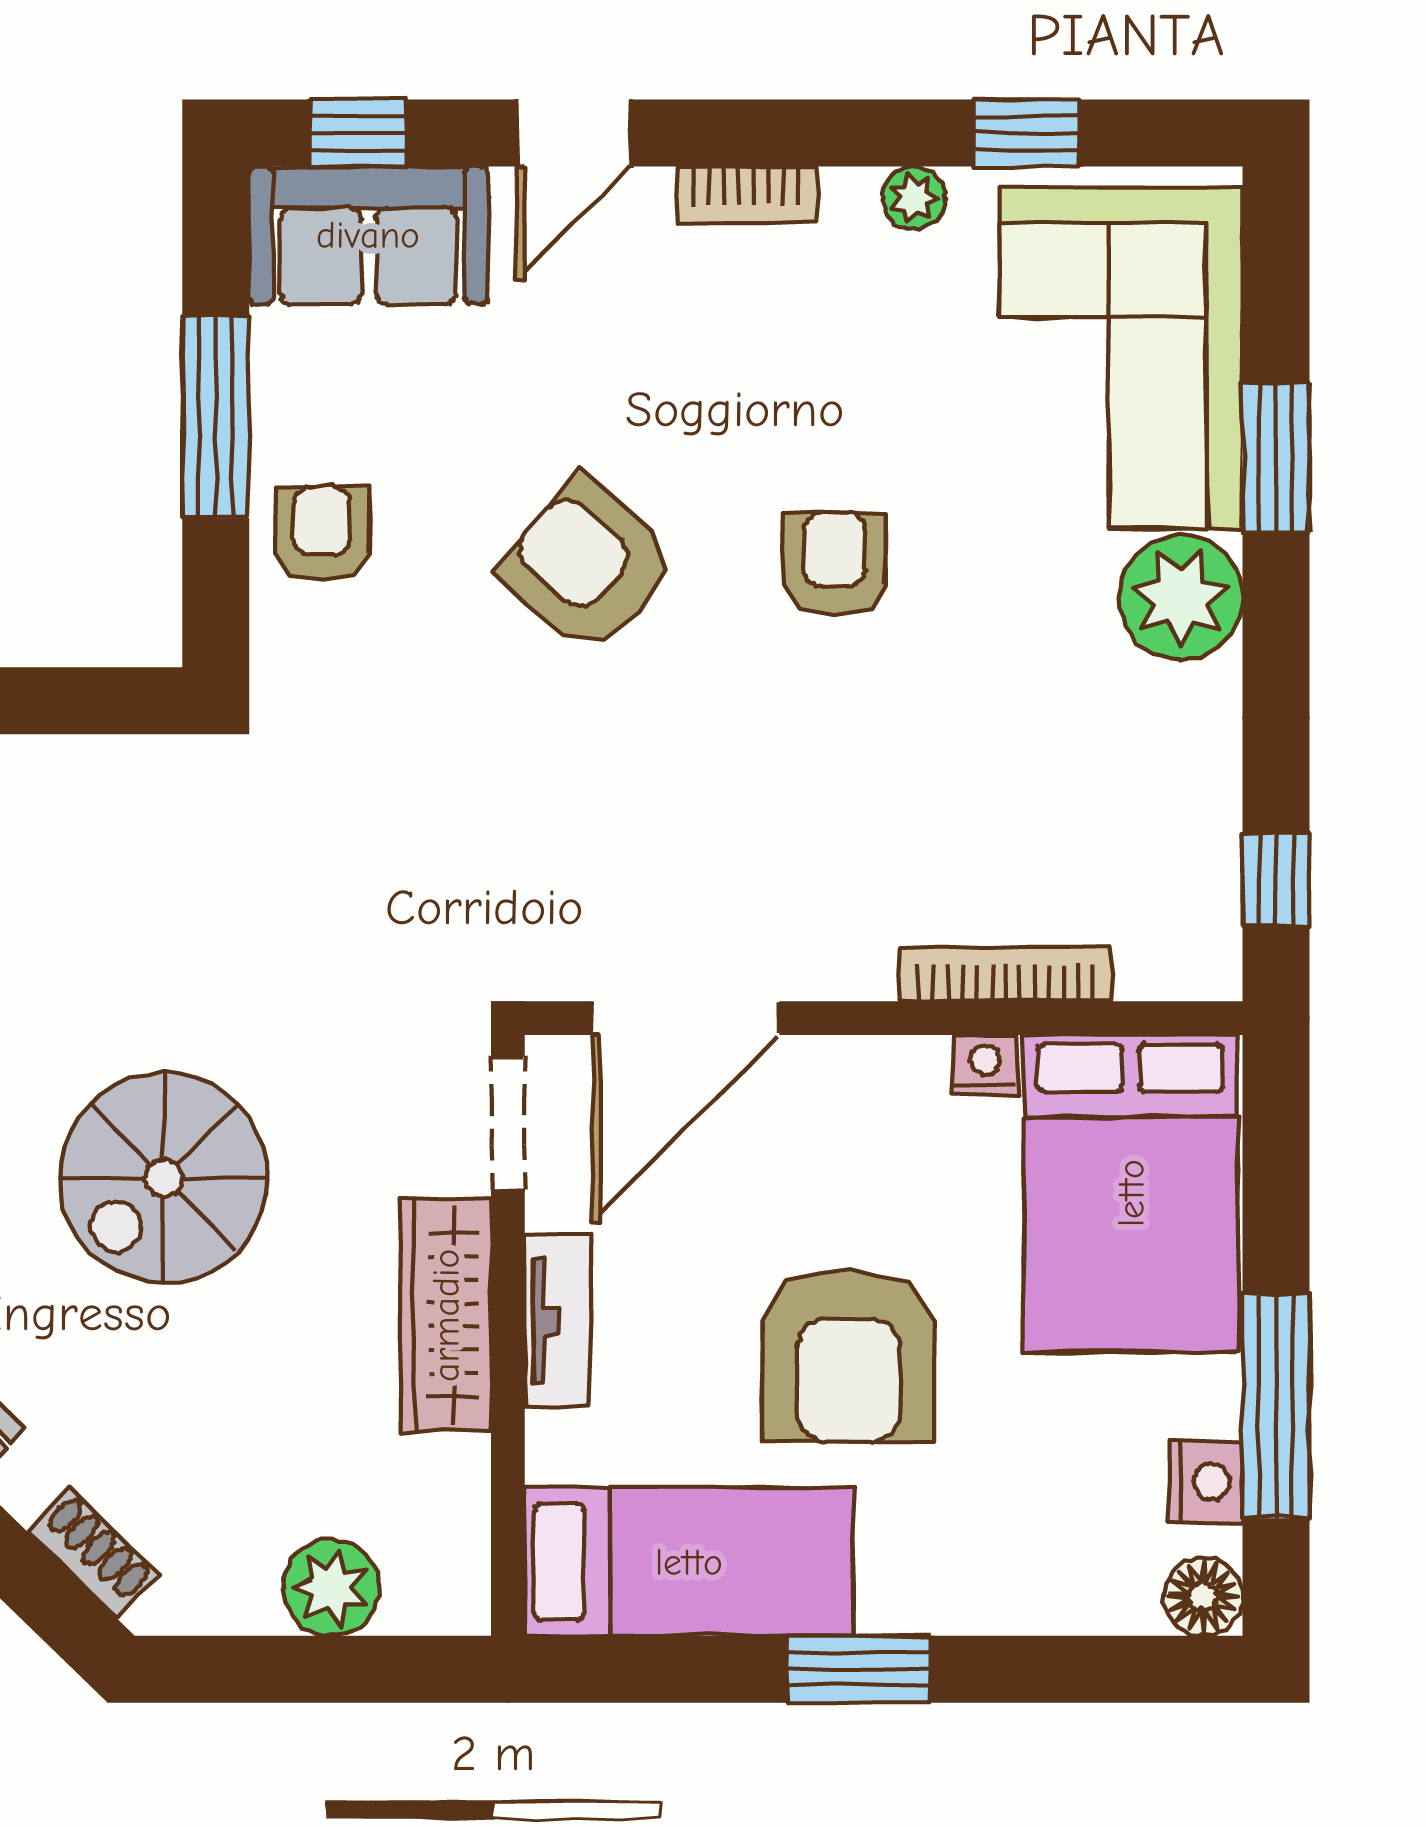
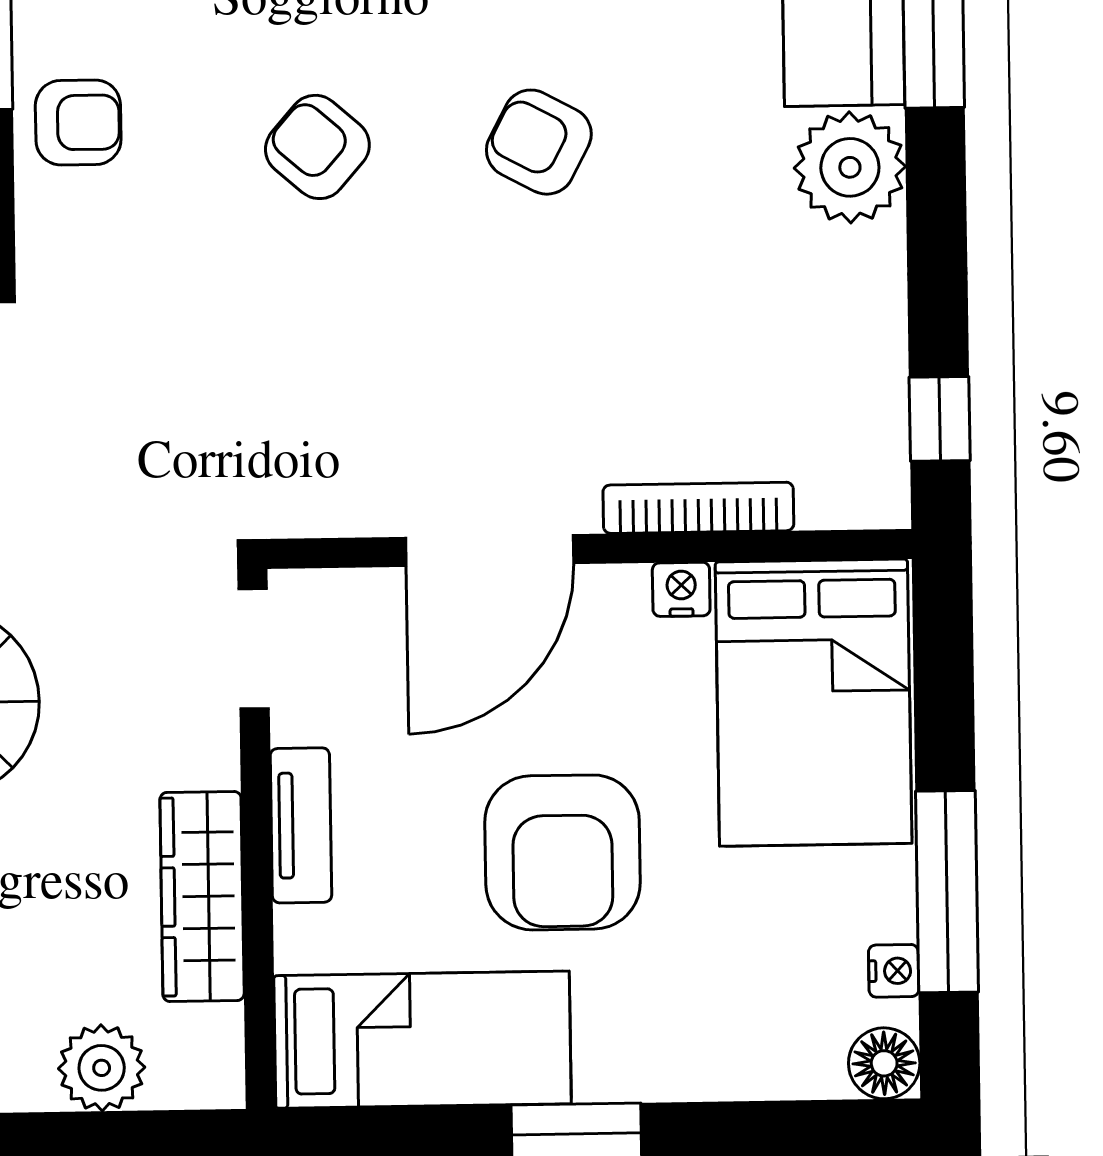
armchair: (322, 534) -> (78, 123), turned 90
armchair: (835, 564) -> (539, 142), turned -62
armchair: (588, 566) -> (317, 147), width x0.72, depth x0.72
door: (686, 1018) -> (490, 550), moved
wardrobe: (446, 1315) -> (202, 896), moved
nightstand: (1205, 1482) -> (894, 971), width x0.72, depth x0.74

